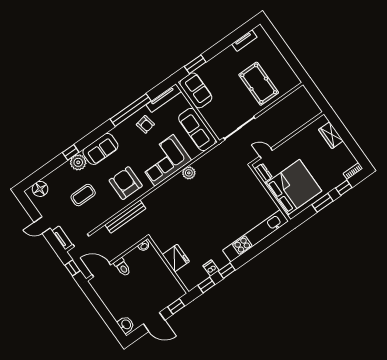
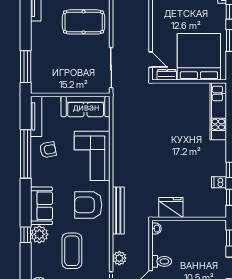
window: (195, 64) -> (26, 67), width x1.44
sofa: (196, 90) -> (50, 83), removed
door: (266, 153) -> (151, 60), swing flipped
plant: (189, 173) -> (119, 258), moved
coffee table: (83, 195) -> (72, 251), width x1.36, depth x1.32
bench: (125, 217) -> (118, 211), moved
kitchen unit: (256, 236) -> (218, 111), width x0.73
fridge: (176, 258) -> (171, 208), moved

